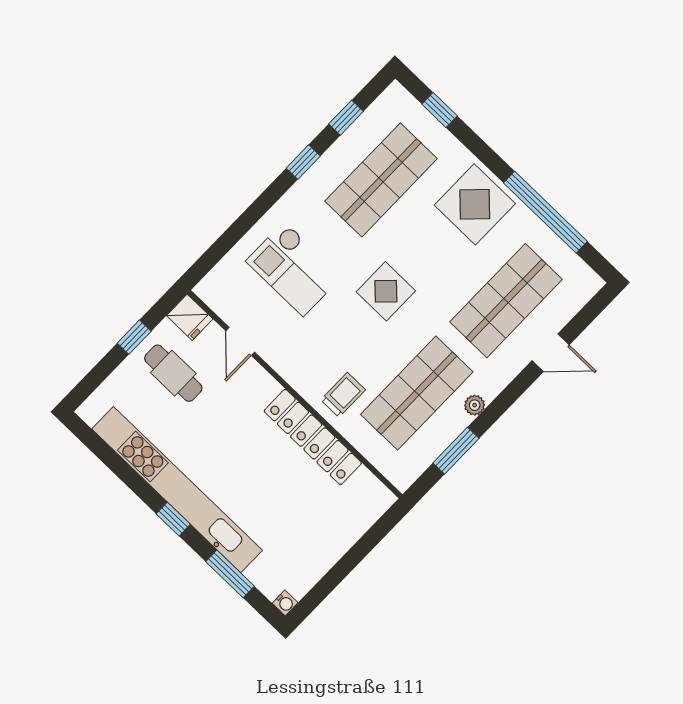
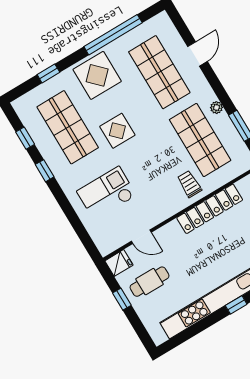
window: (440, 110) -> (48, 73), moved
checkout: (294, 269) -> (107, 193), turned 180
display table: (386, 291) -> (117, 131), moved

